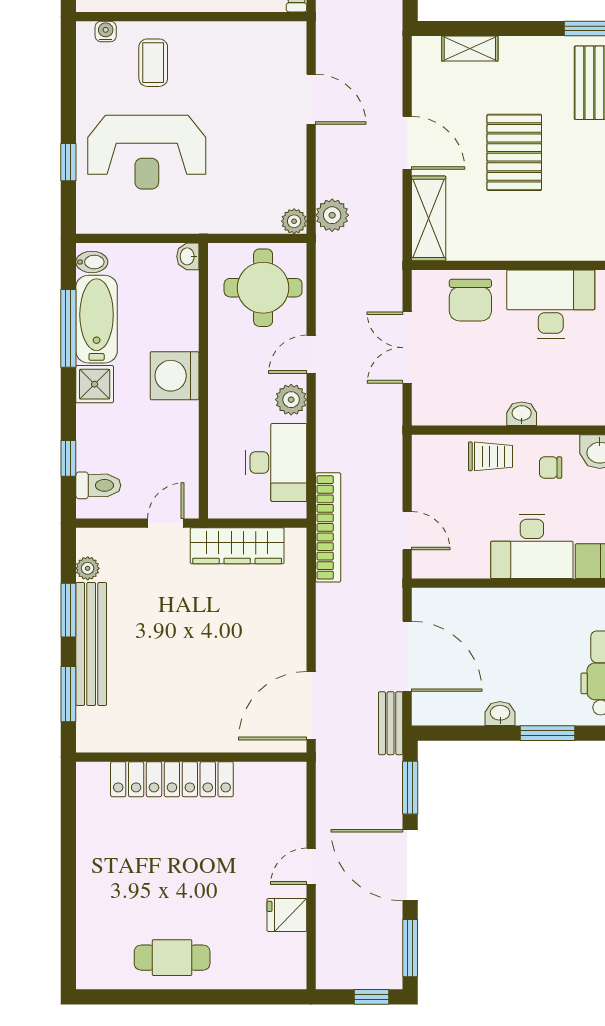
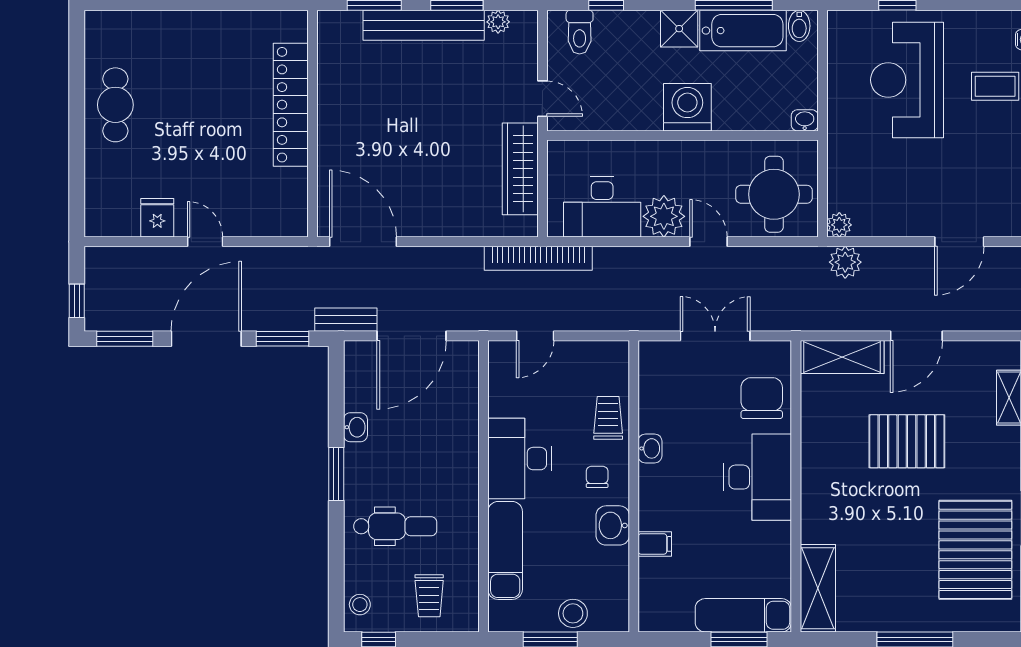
chair: (470, 300) -> (762, 398), turned 90
plant: (291, 400) -> (664, 216), width x1.36, depth x1.36
trolley: (490, 456) -> (608, 418), turned 180

